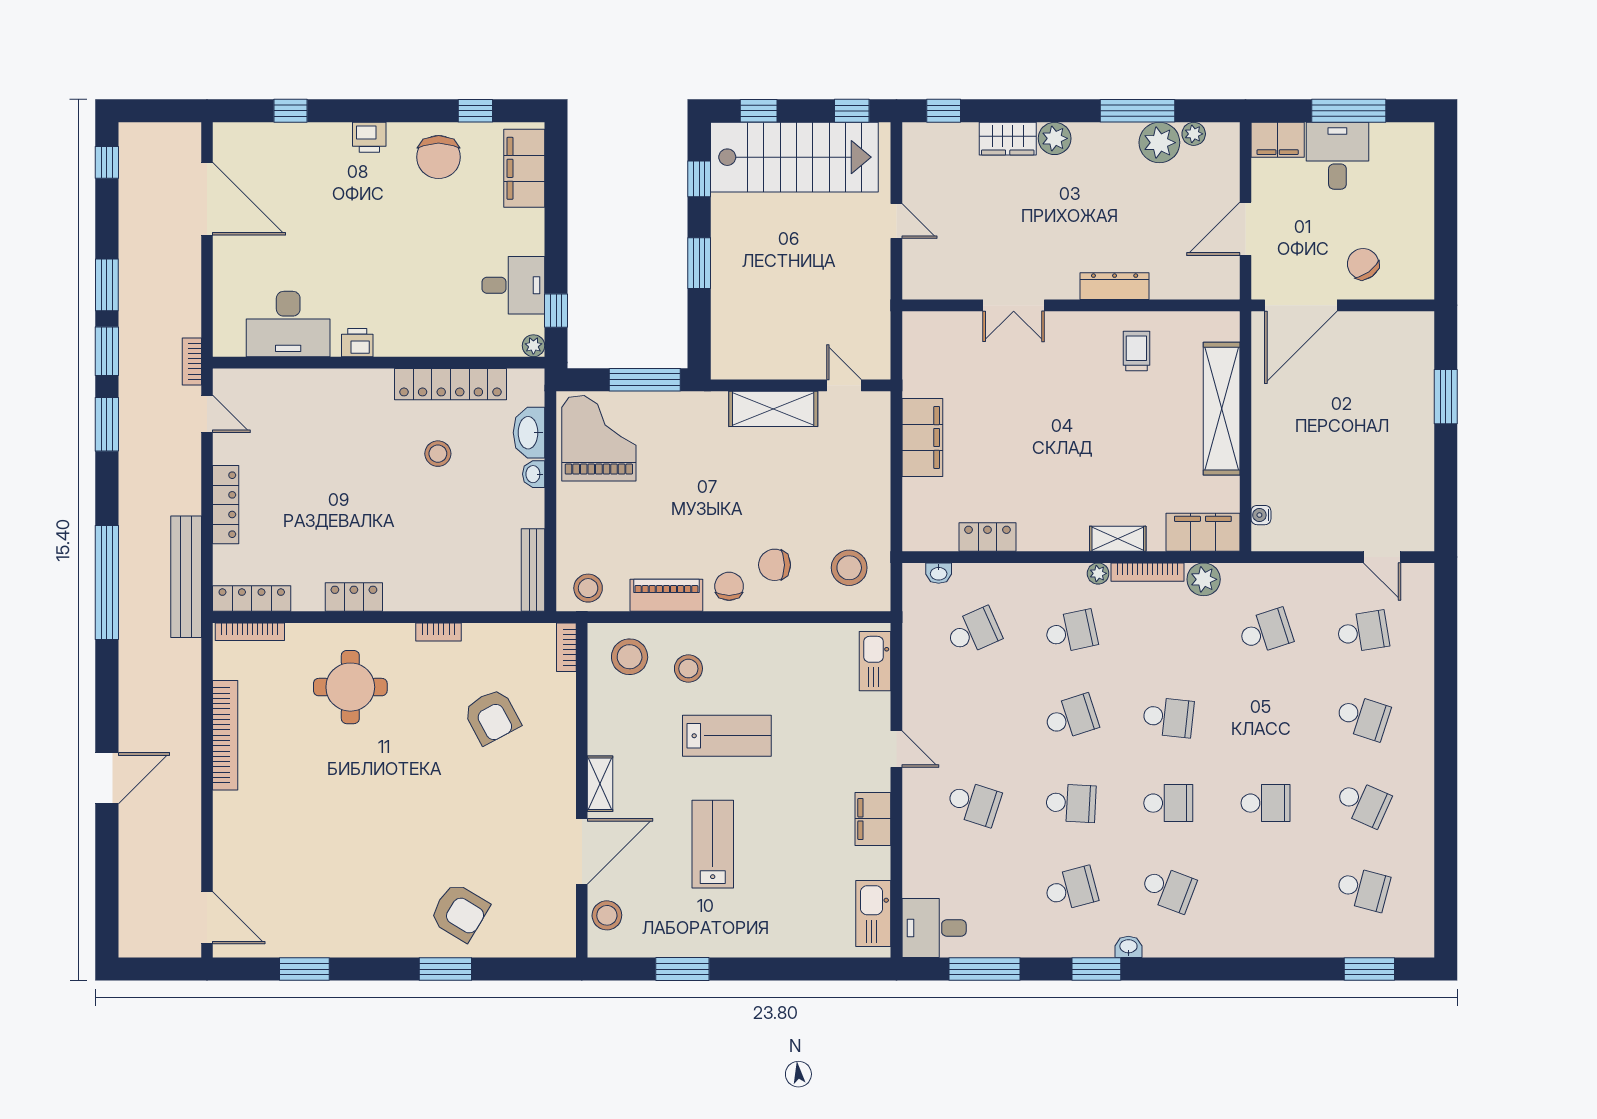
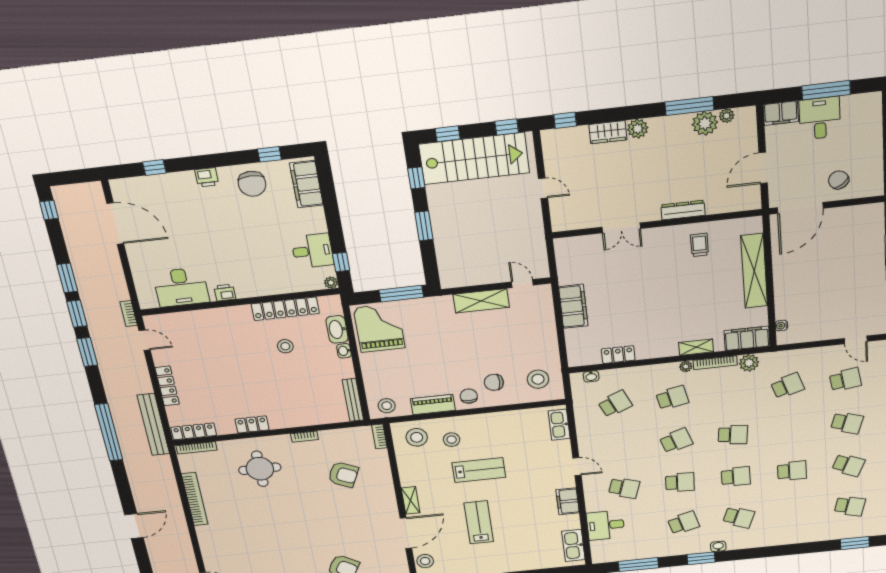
armchair: (492, 716) -> (343, 475), turned -38
desk: (934, 928) -> (606, 525), moved

